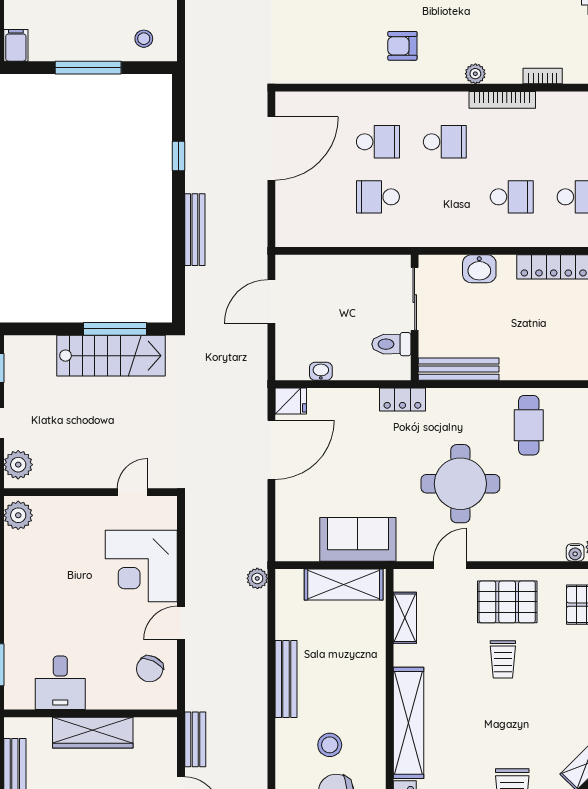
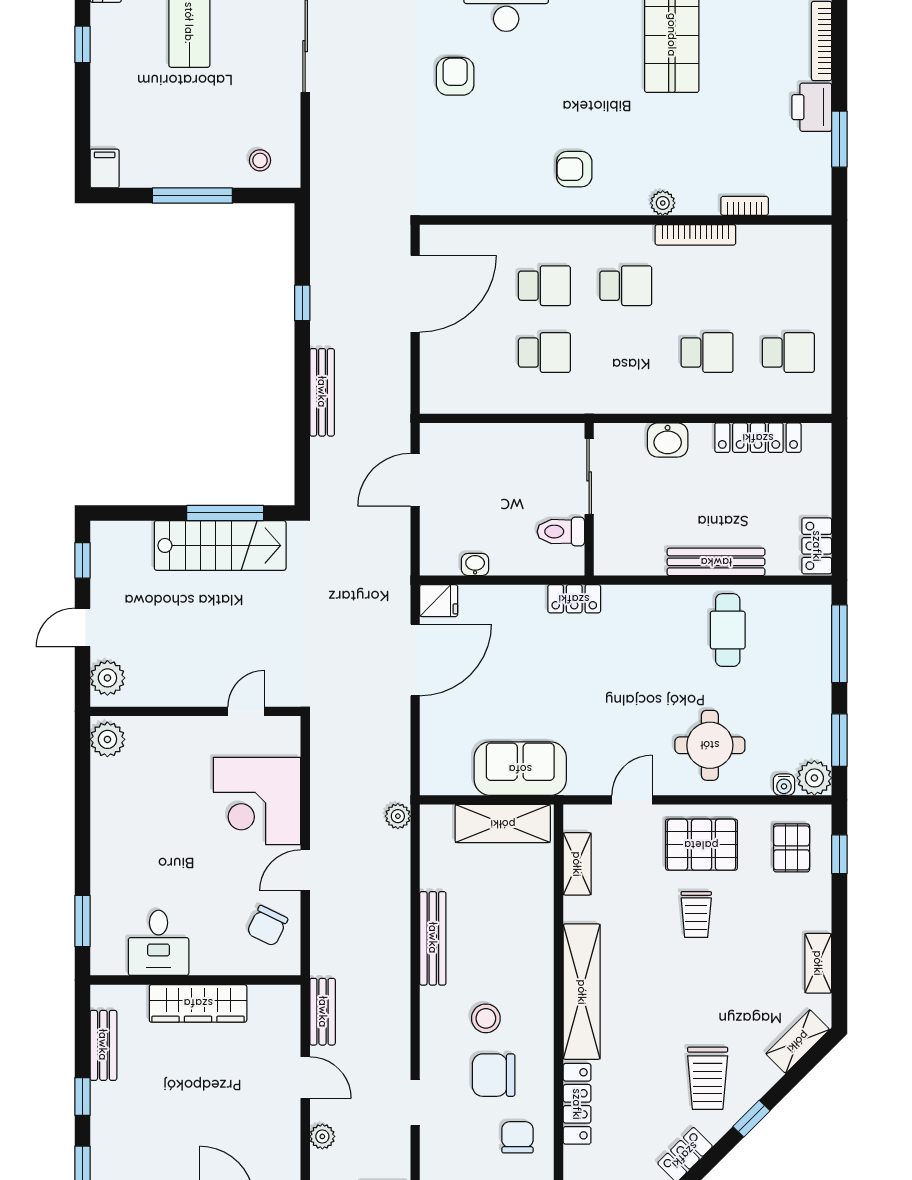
school desk: (378, 197) -> (544, 353), turned 180
bench: (459, 369) -> (716, 562), moved
round table: (460, 484) -> (710, 745), moved, width x0.73, depth x0.73

